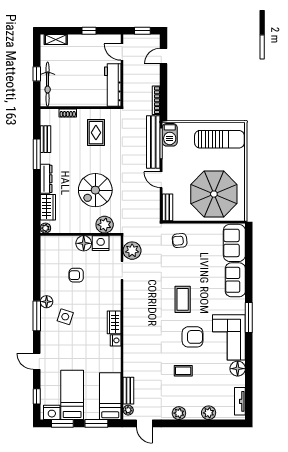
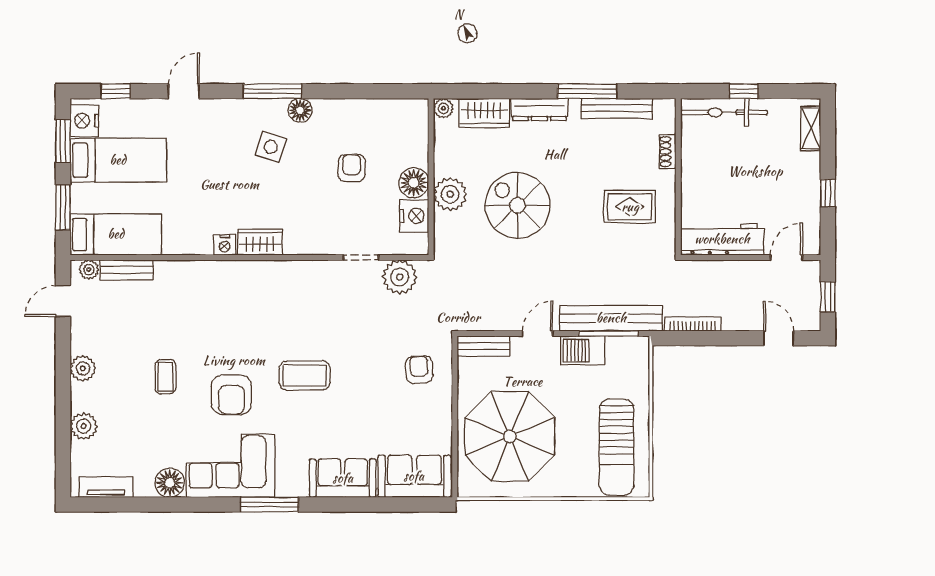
barbecue: (170, 135) -> (583, 350), moved
bench: (45, 139) -> (617, 108), width x1.36
plant: (105, 225) -> (450, 194), moved

